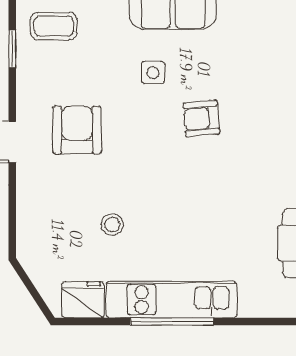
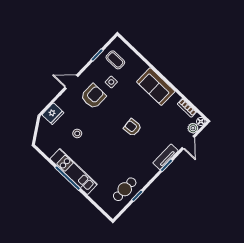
side table: (153, 73) -> (111, 82), moved
fridge: (83, 300) -> (53, 114), moved, turned 90

